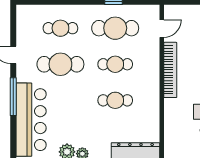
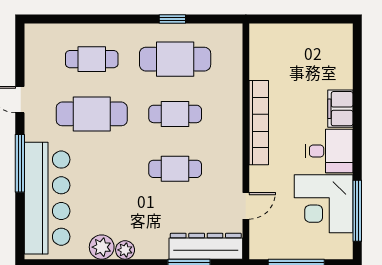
door: (162, 29) -> (246, 206), moved

